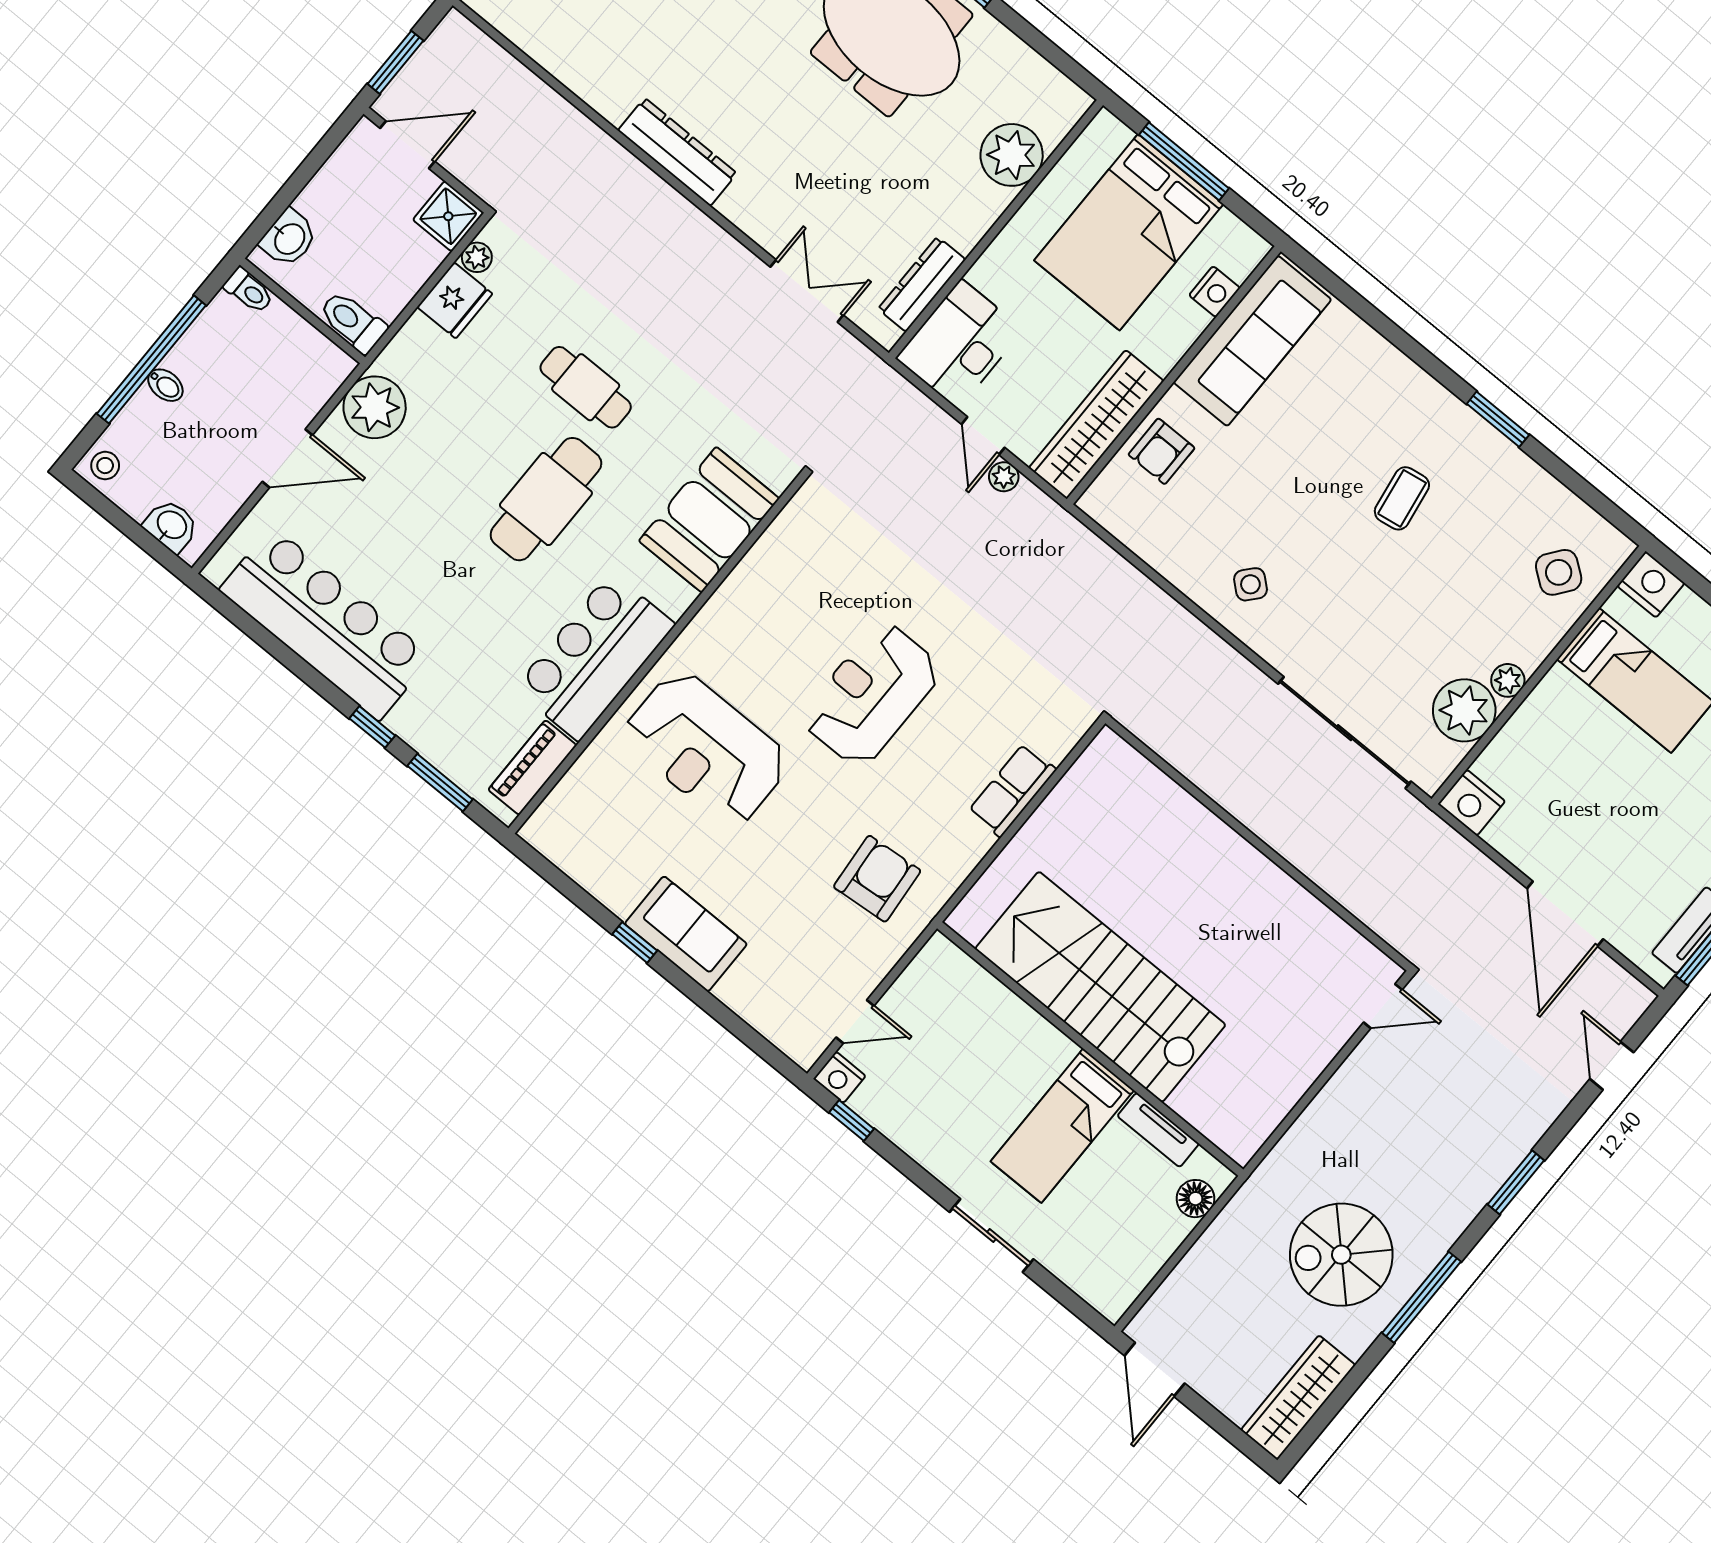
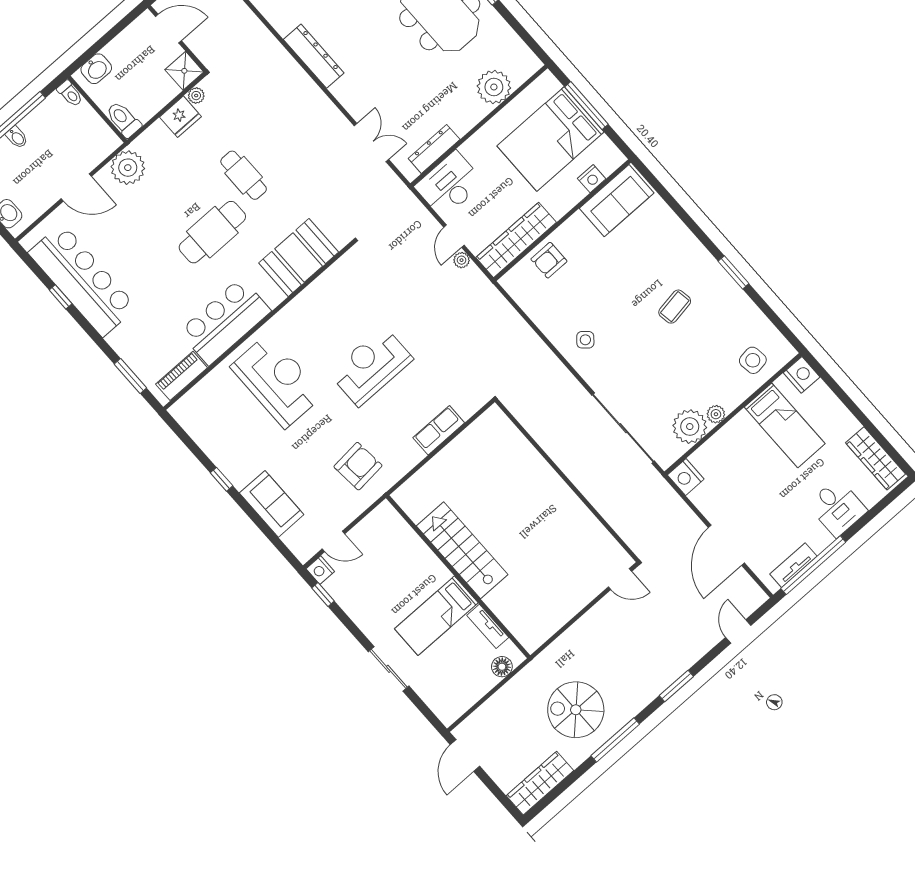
sofa: (1252, 341) -> (617, 201), width x0.73
side table: (1559, 572) -> (753, 360), turned 45
window: (372, 727) -> (61, 297), moved
reception desk: (706, 748) -> (277, 381), turned 180
sofa: (686, 934) -> (272, 504), moved
stairs: (1100, 987) -> (462, 550), width x0.73, depth x0.66

